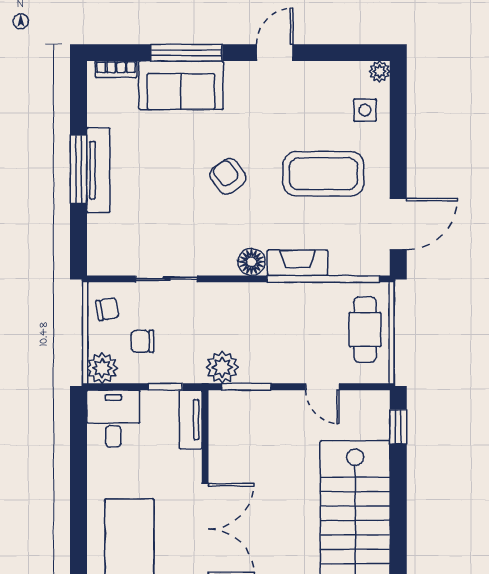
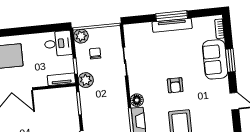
window: (186, 53) -> (230, 60), width x0.69
armchair: (228, 176) -> (175, 85), turned 126
chair: (107, 309) -> (108, 36), removed
plant: (222, 367) -> (86, 80), moved

